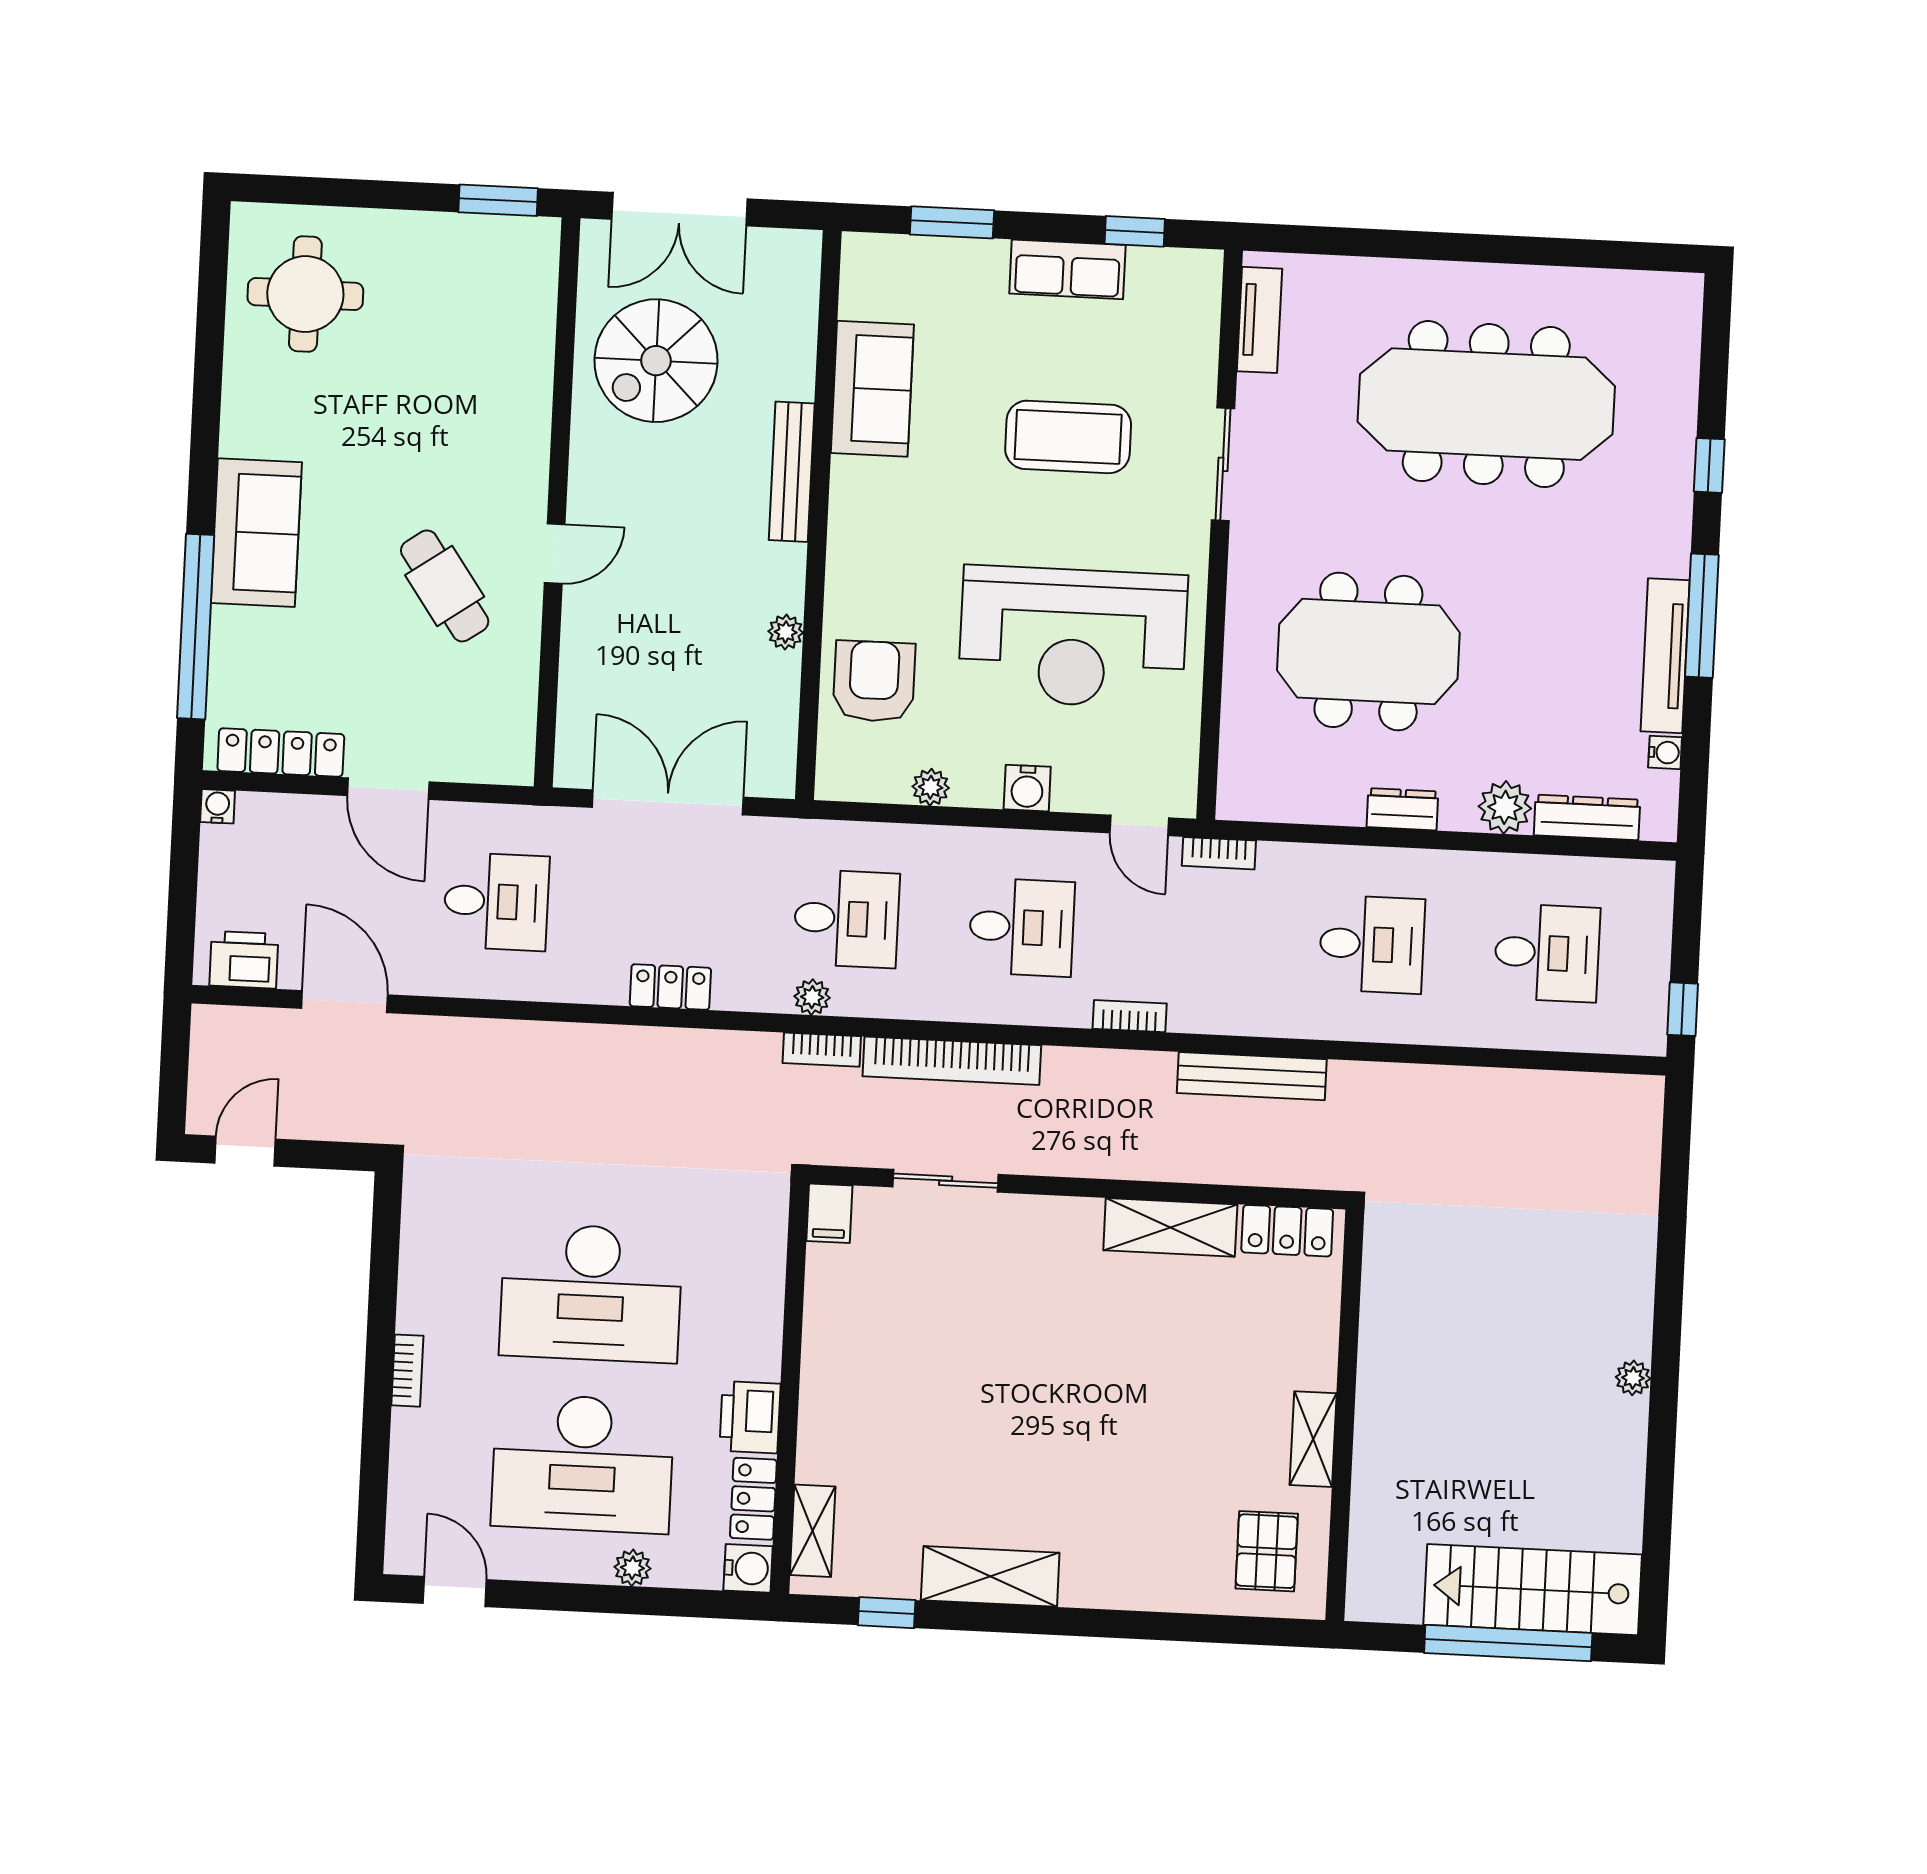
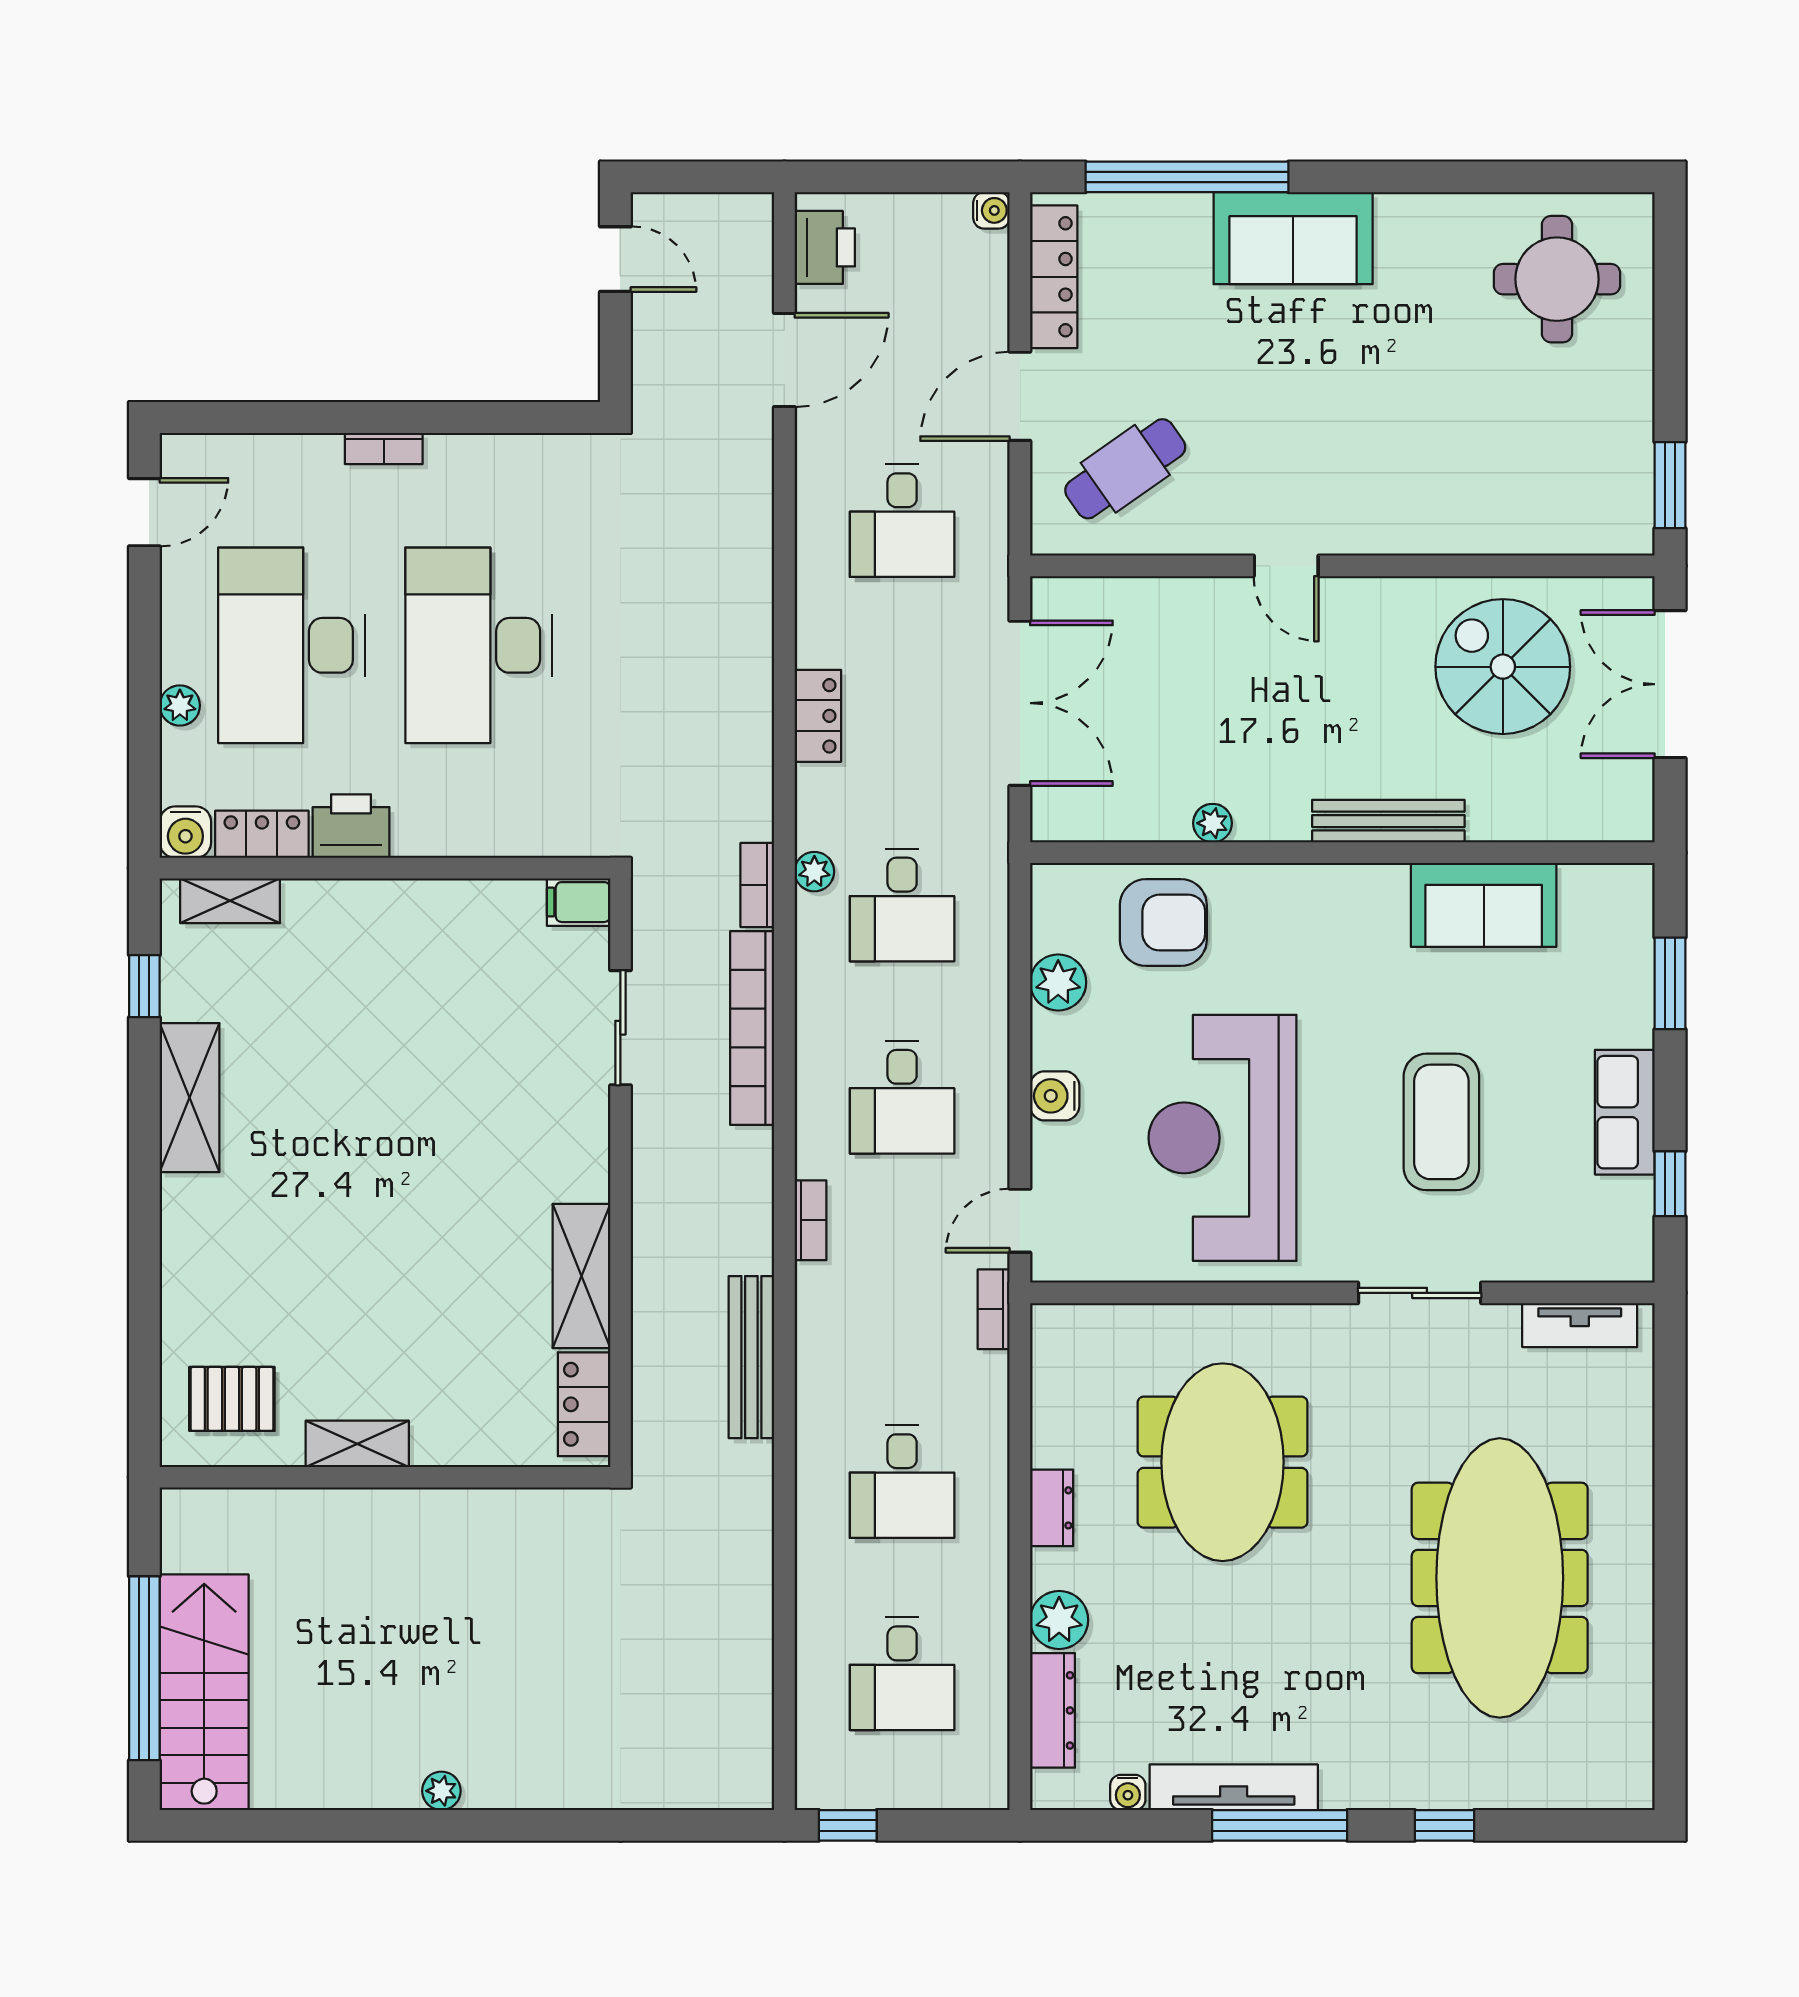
cafe table: (445, 586) -> (1125, 469), moved
plant: (931, 787) -> (1058, 982), width x1.38, depth x1.38

